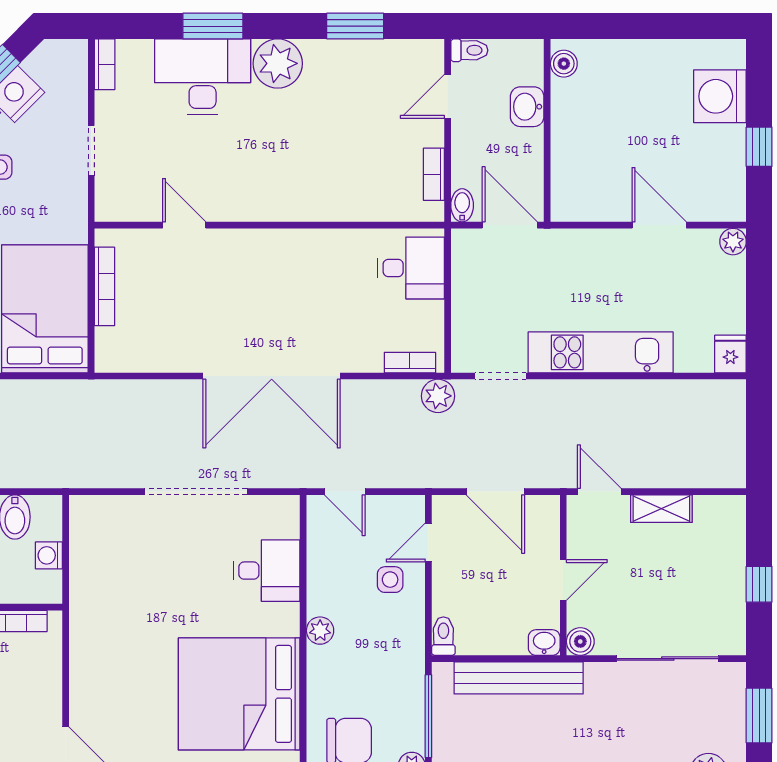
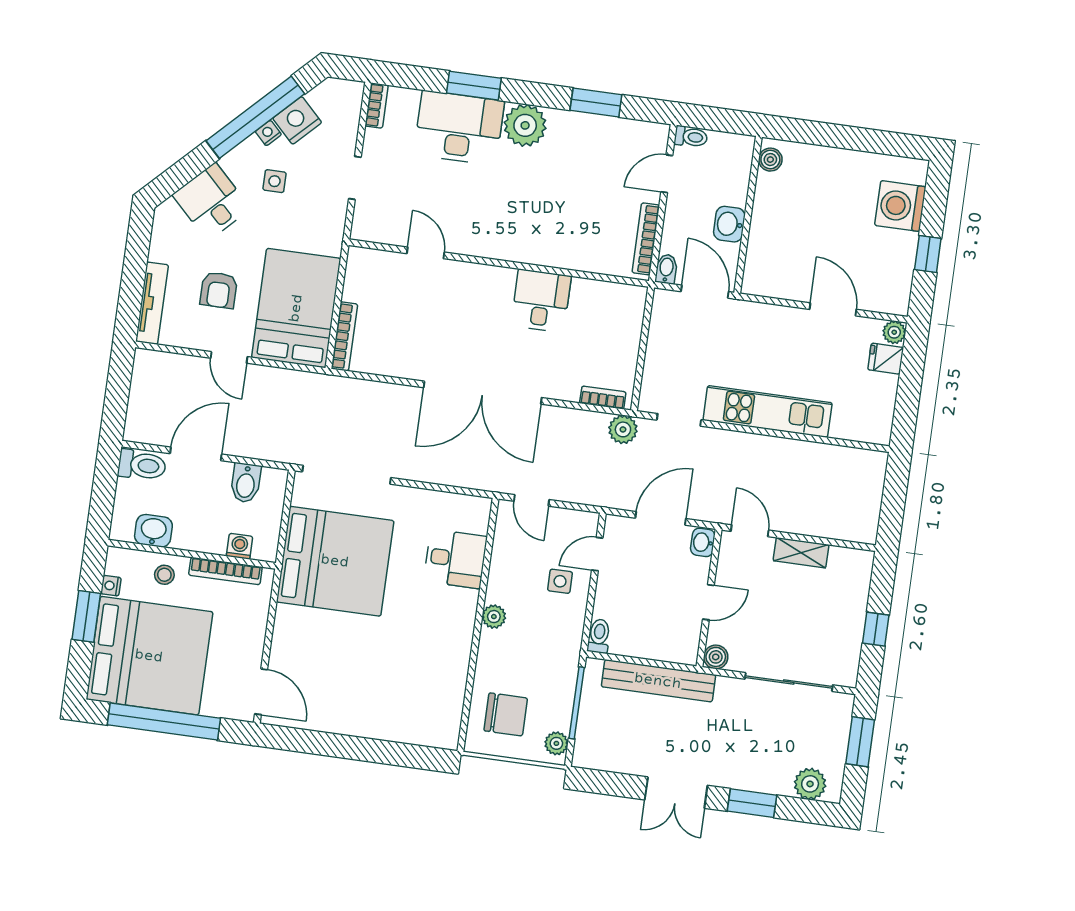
washbasin: (527, 107) -> (729, 224), moved
bookcase: (434, 174) -> (646, 239), width x1.56
desk: (411, 268) -> (541, 301), moved, turned -90
bookcase: (105, 286) -> (344, 336), moved
fridge: (730, 354) -> (886, 359), moved, turned -90
doorway: (196, 492) -> (347, 475), moved
door: (495, 492) -> (661, 518), swing flipped
washing machine: (49, 555) -> (240, 546), moved, turned 90
washbasin: (544, 643) -> (703, 542), moved, turned -90
bed: (239, 694) -> (335, 561), moved, turned 180

